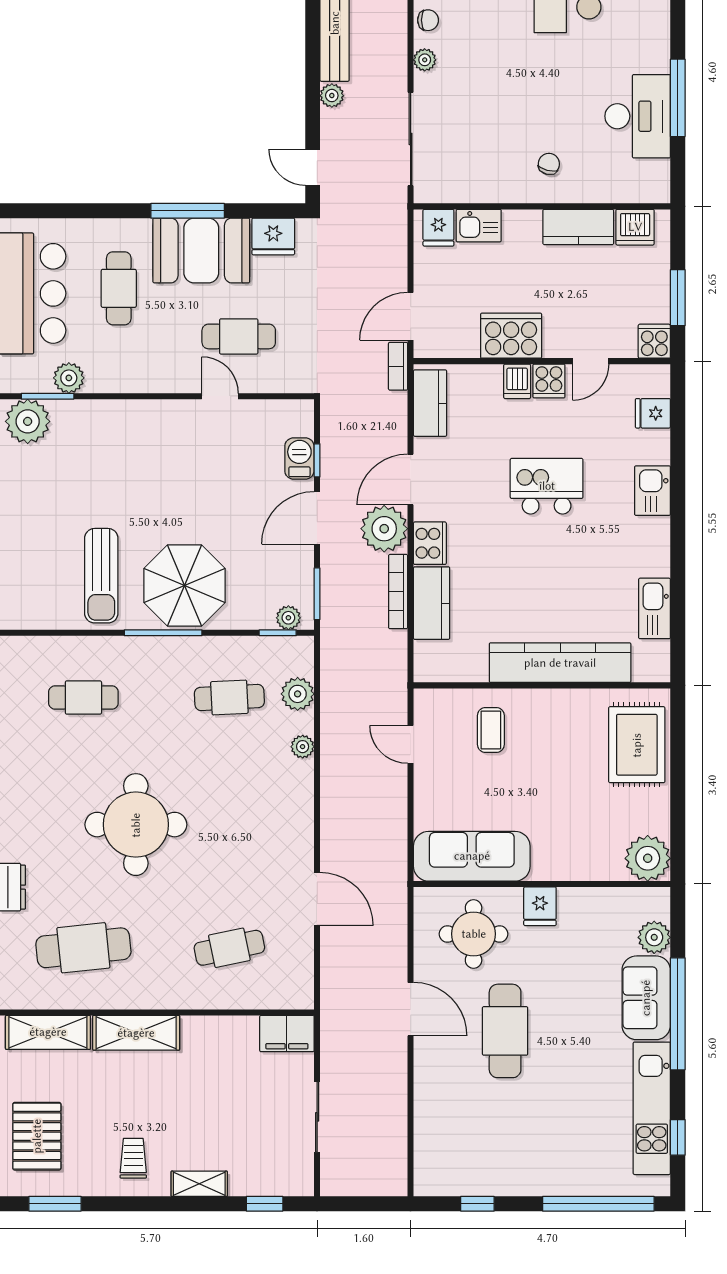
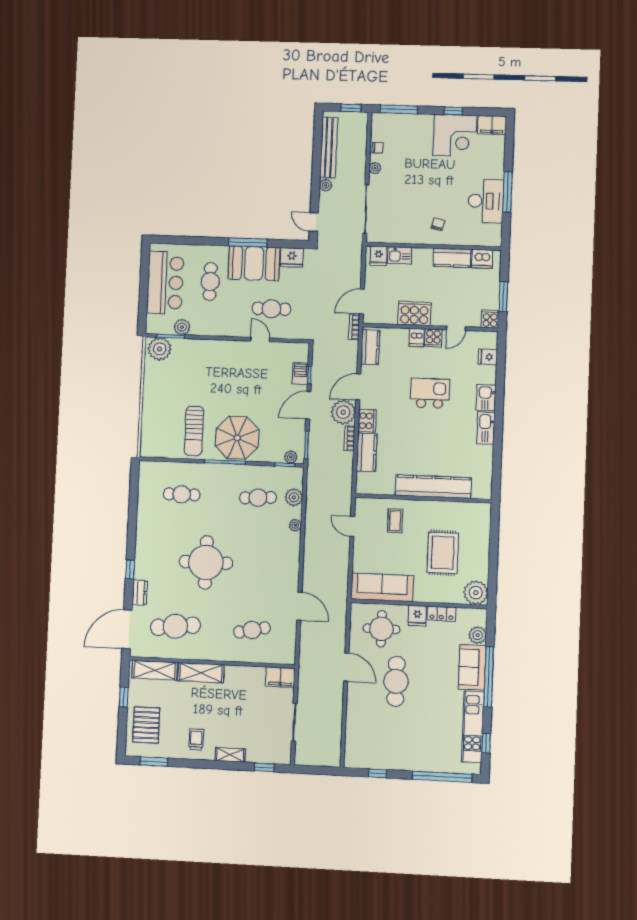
bookcase: (398, 592) -> (349, 438), width x0.64
kitchen sink: (655, 608) -> (486, 428), moved
rug: (637, 745) -> (443, 553), moved
locker: (585, 900) -> (442, 614), added

